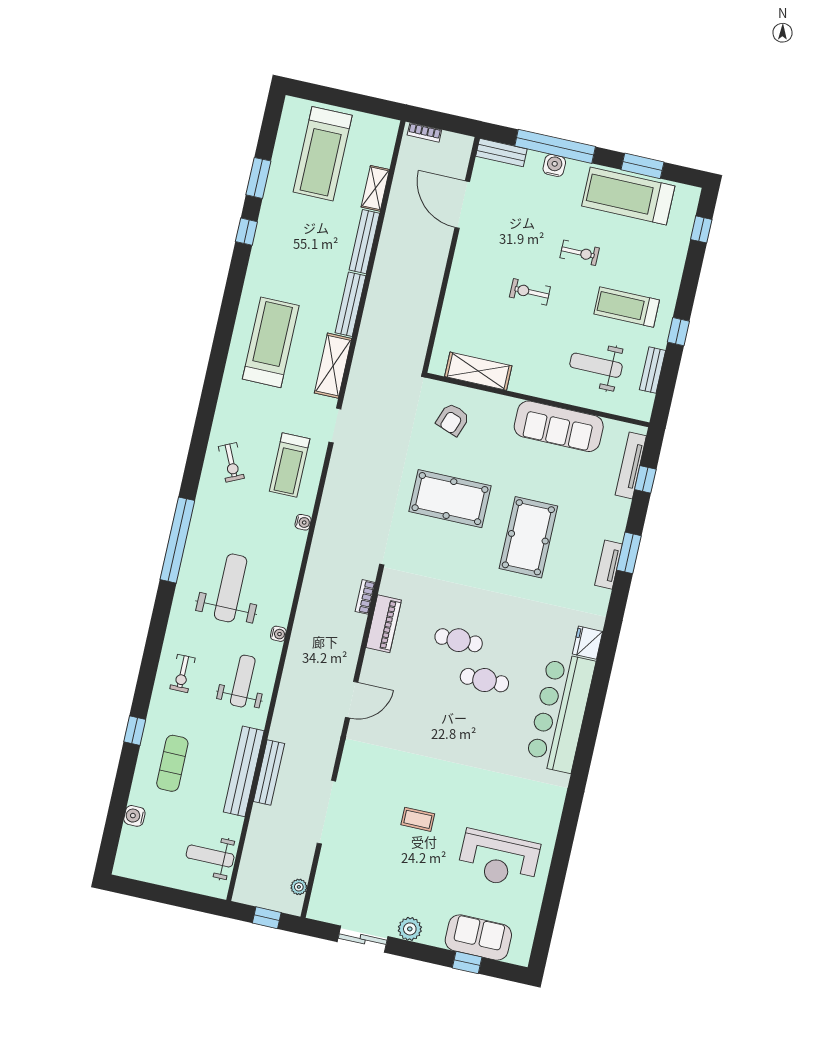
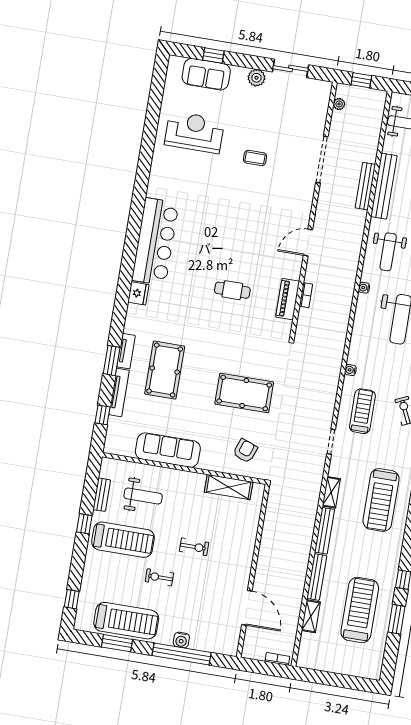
bench: (501, 153) -> (220, 647), removed
treadmill: (323, 154) -> (360, 610), moved
treadmill: (627, 307) -> (123, 540), width x1.37, depth x1.38
shelving: (333, 366) -> (331, 492), width x0.67, depth x0.75
tv unit: (631, 465) -> (119, 392), moved
pool table: (528, 537) -> (165, 370), moved
bookcase: (365, 597) -> (306, 295), moved
cafe table: (484, 680) -> (212, 262), removed

